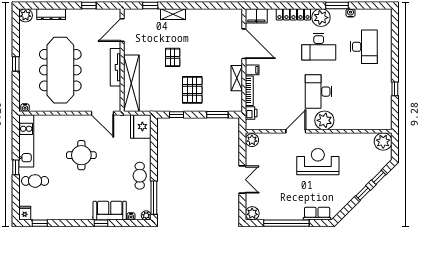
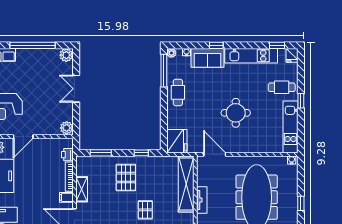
tv unit: (116, 67) -> (202, 200), width x0.71
kitchen unit: (66, 213) -> (251, 56), added

